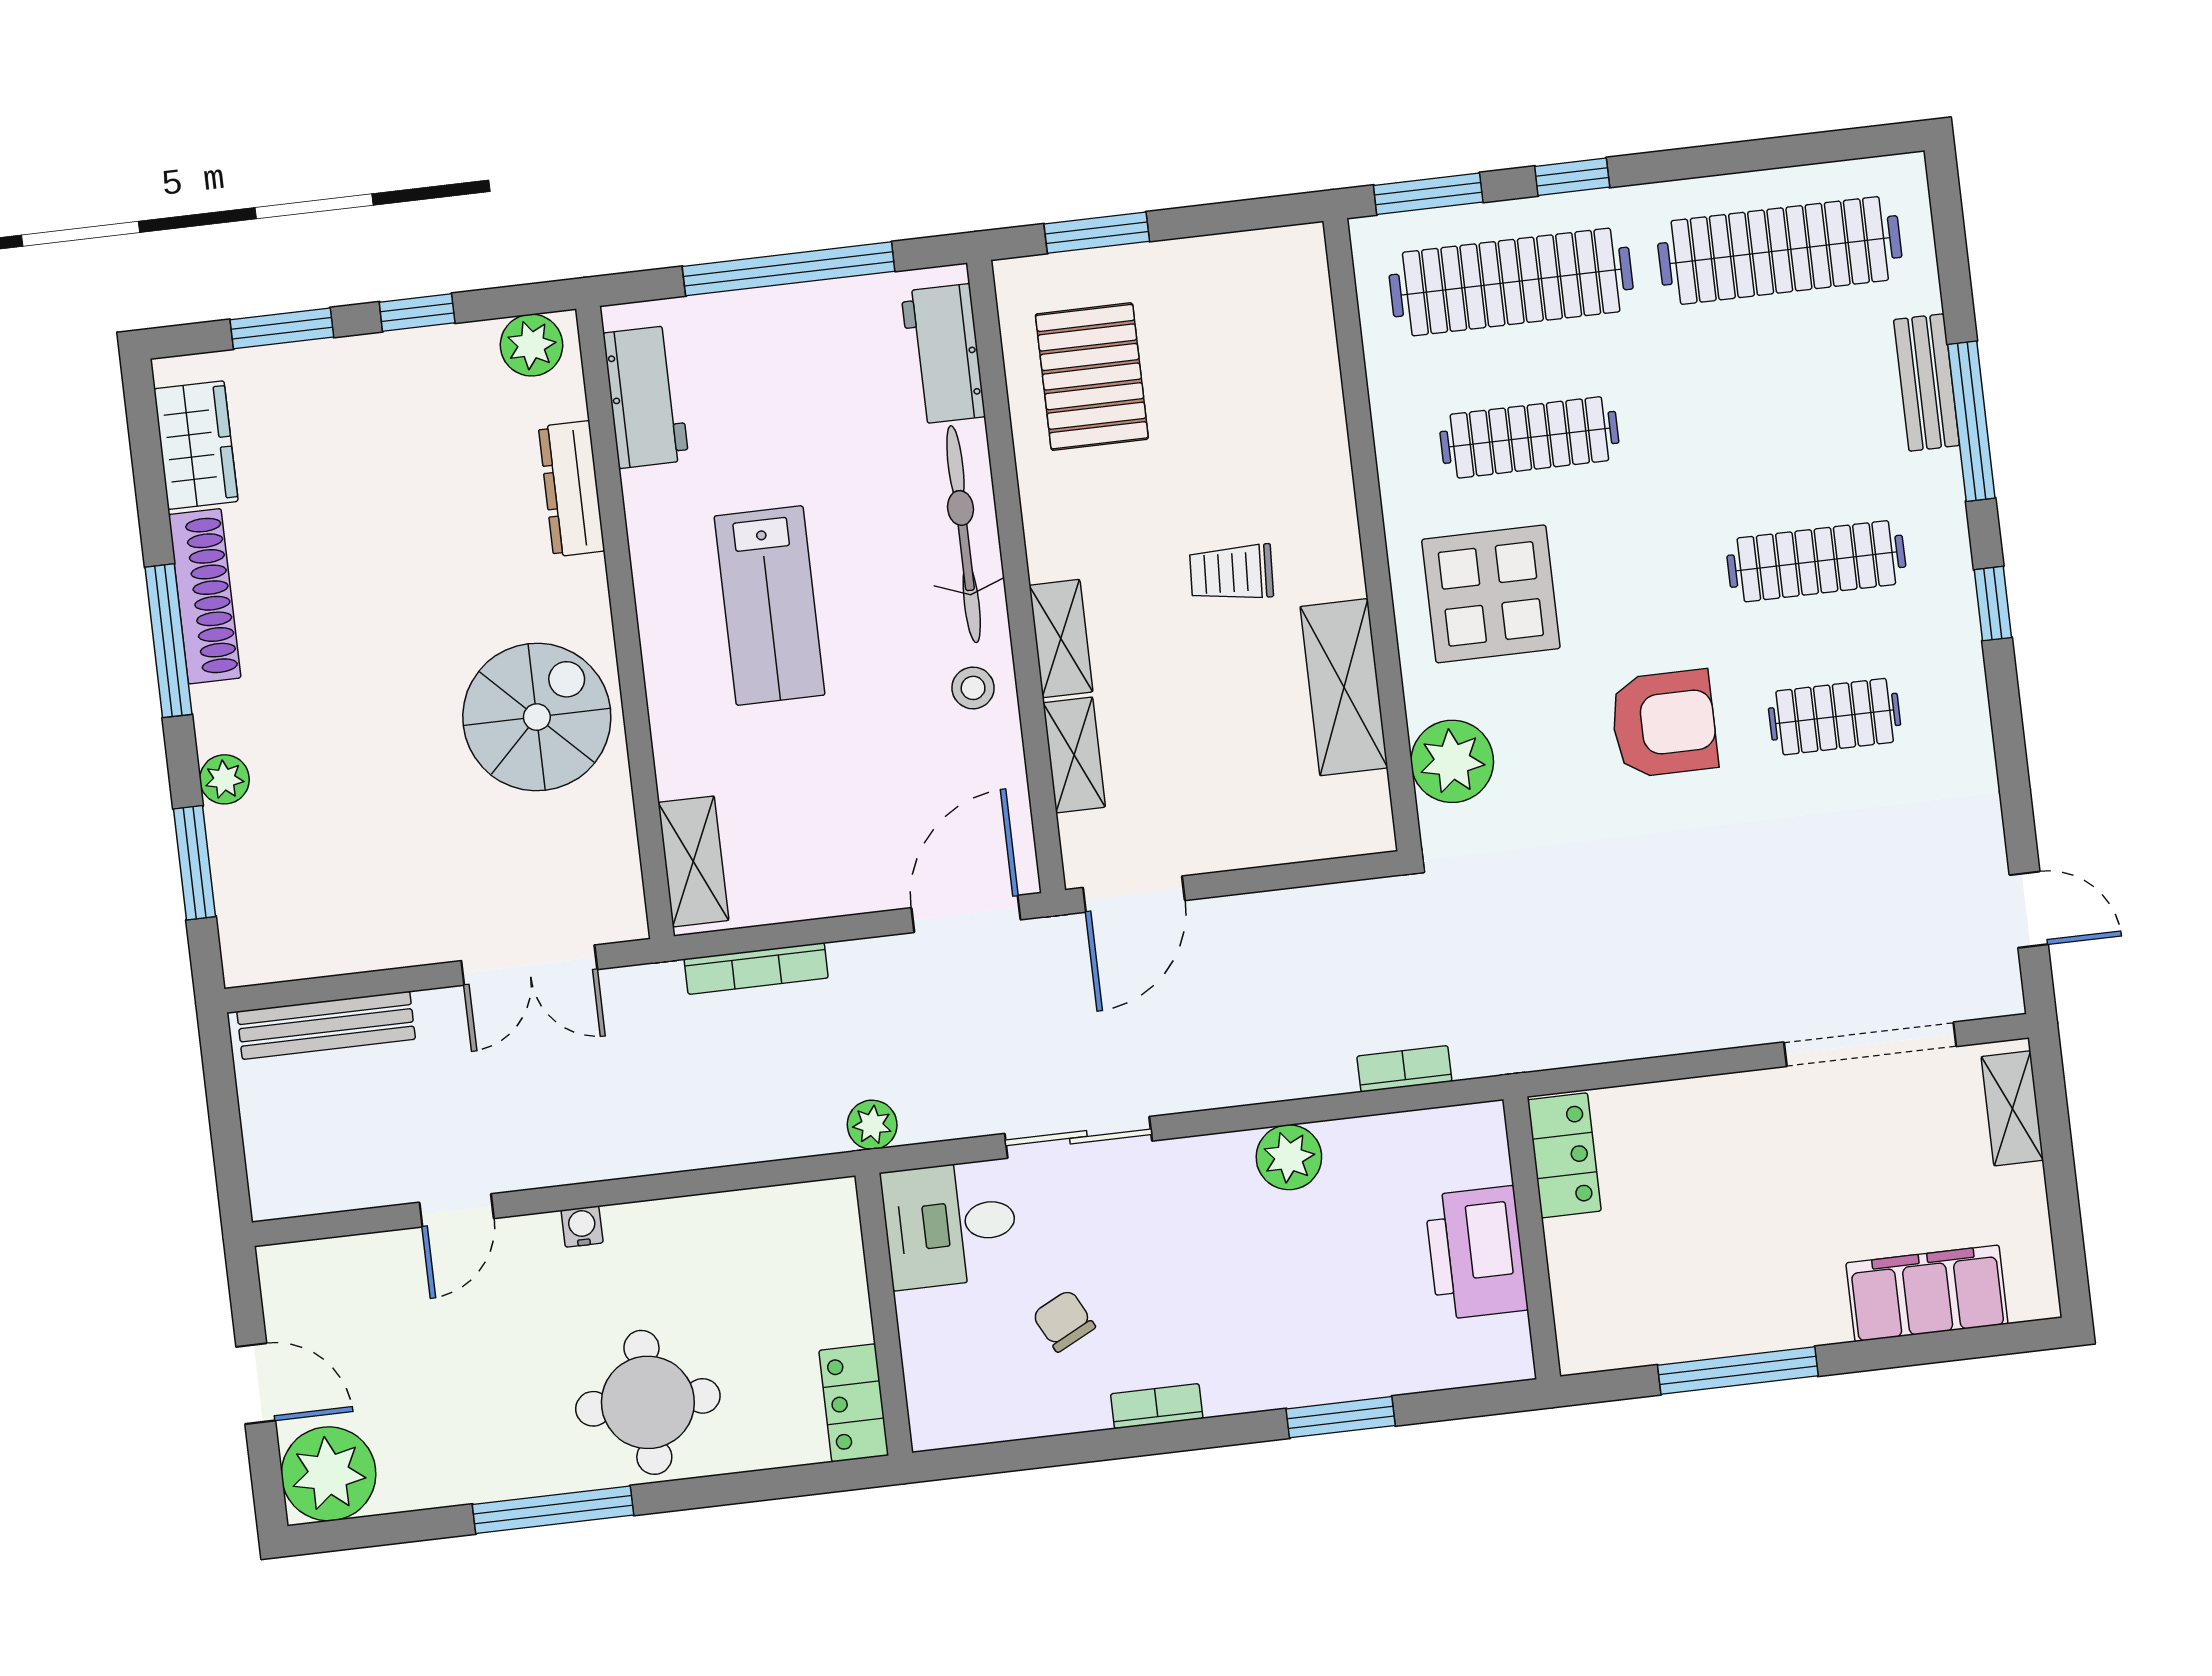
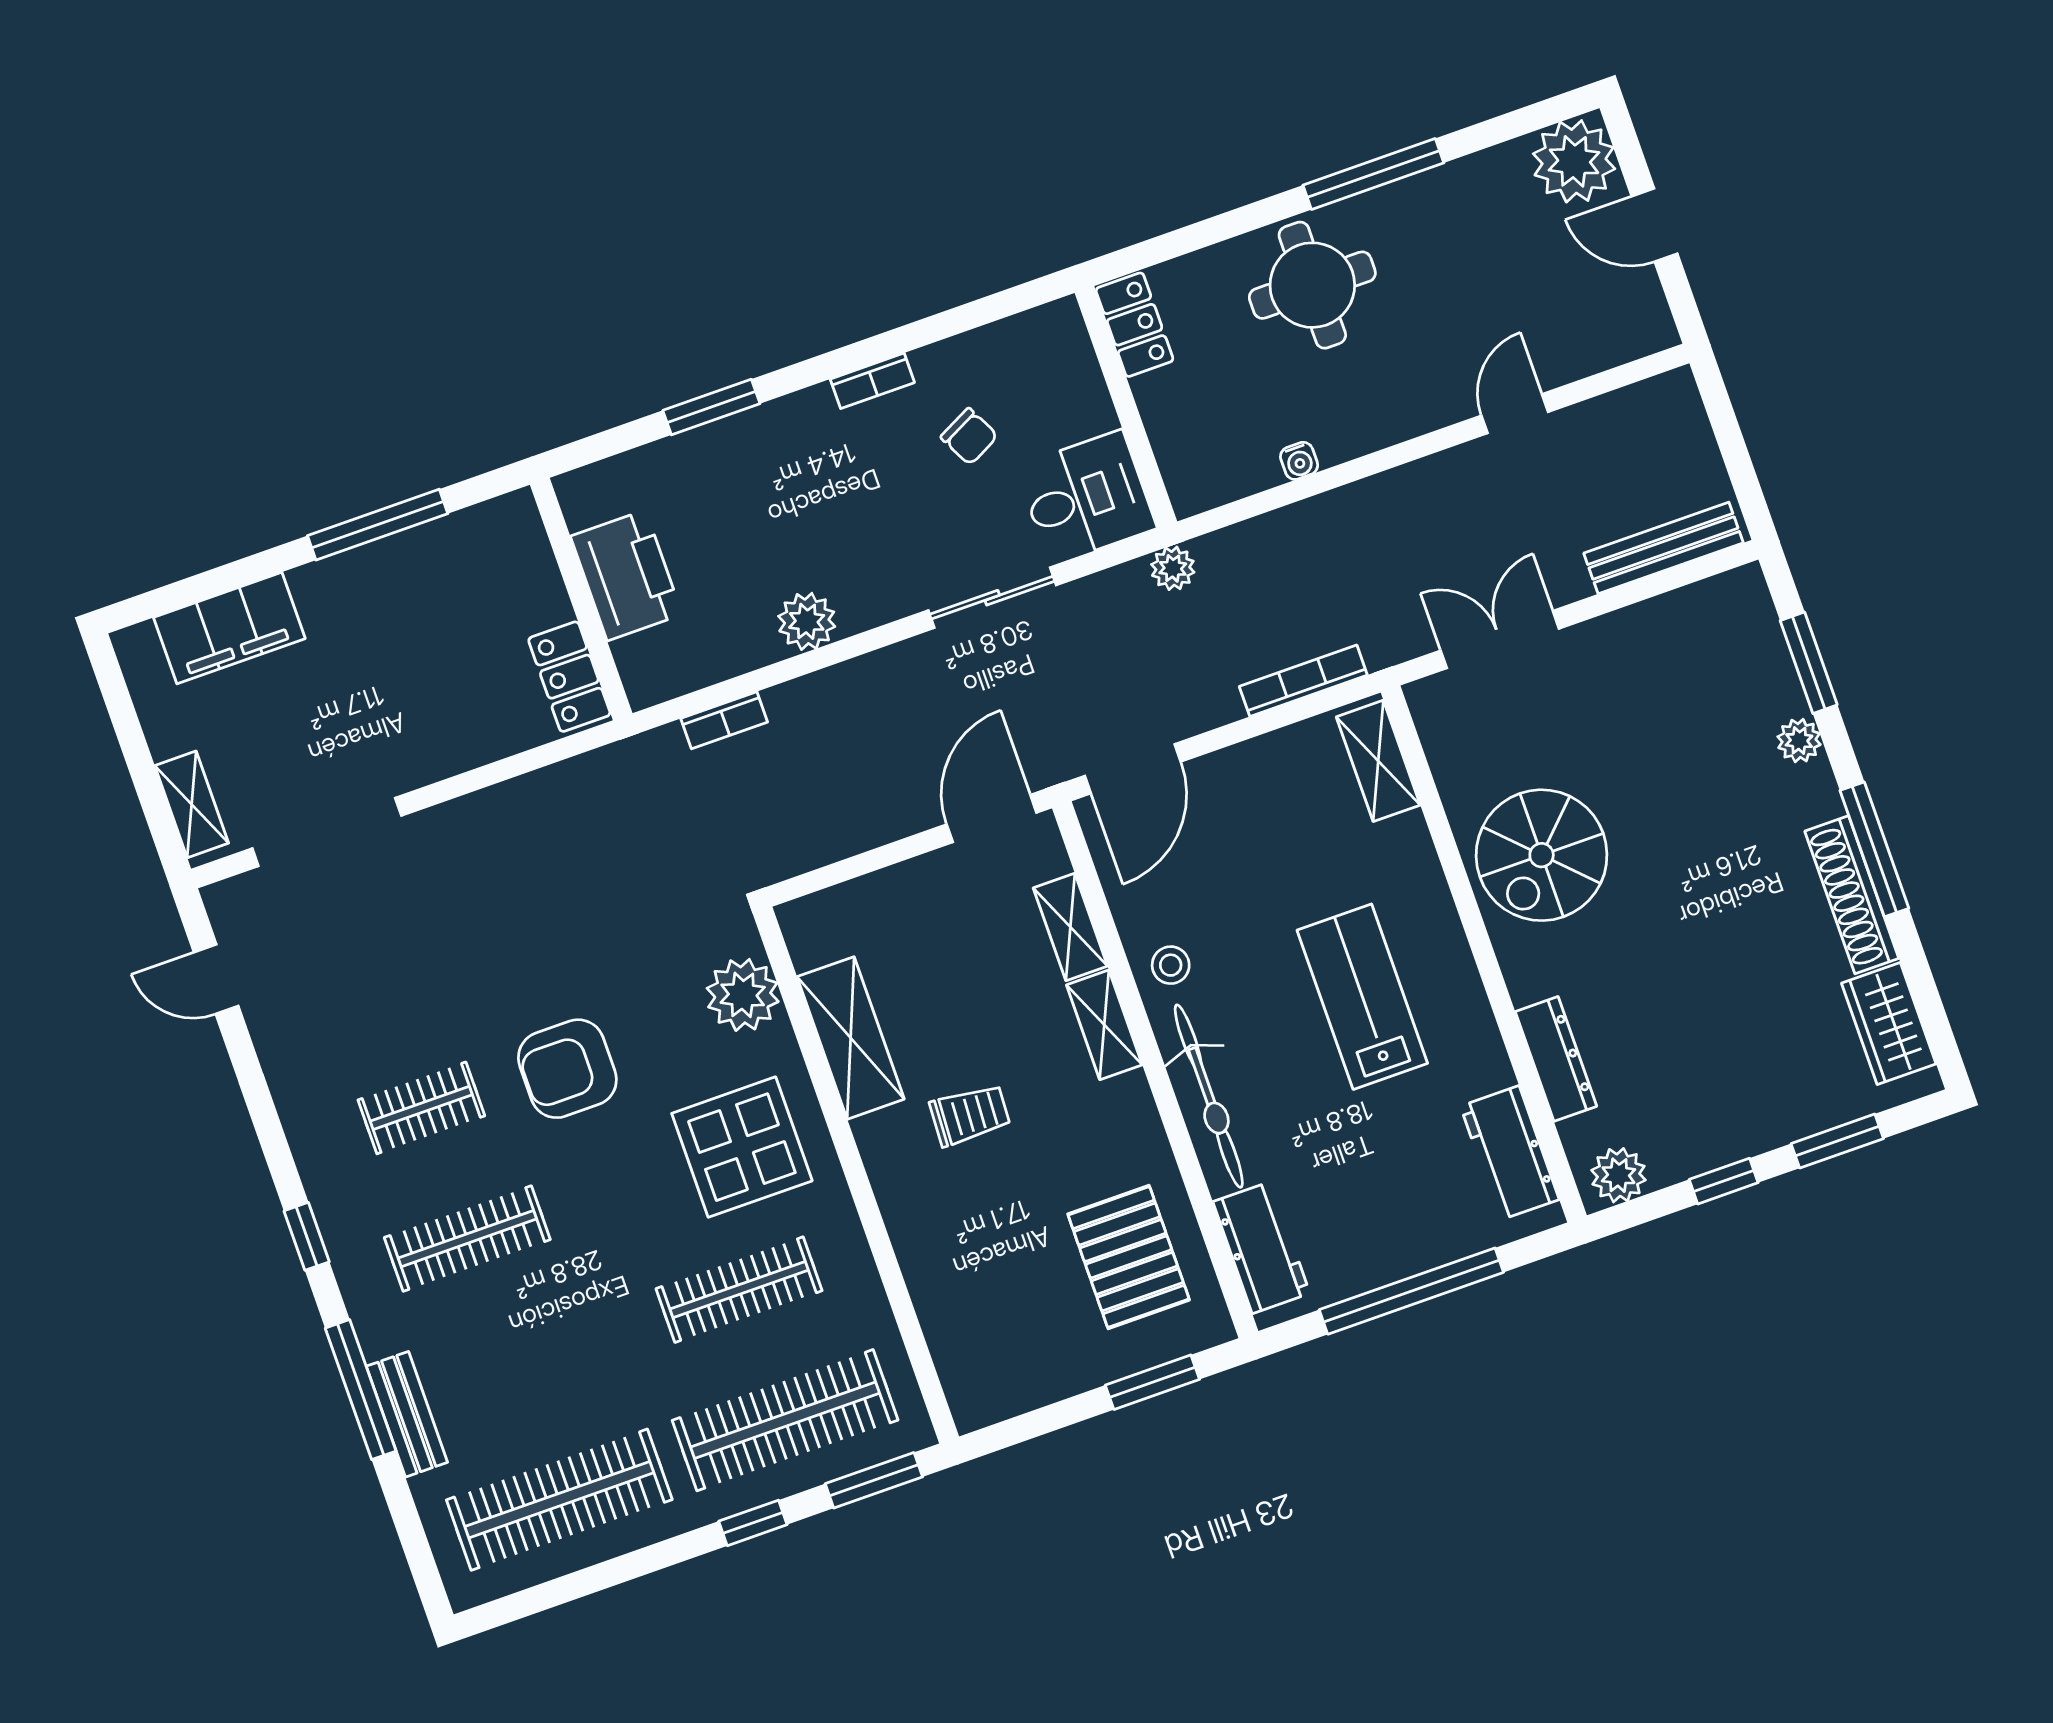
water cooler: (582, 1226) -> (1299, 461), moved

